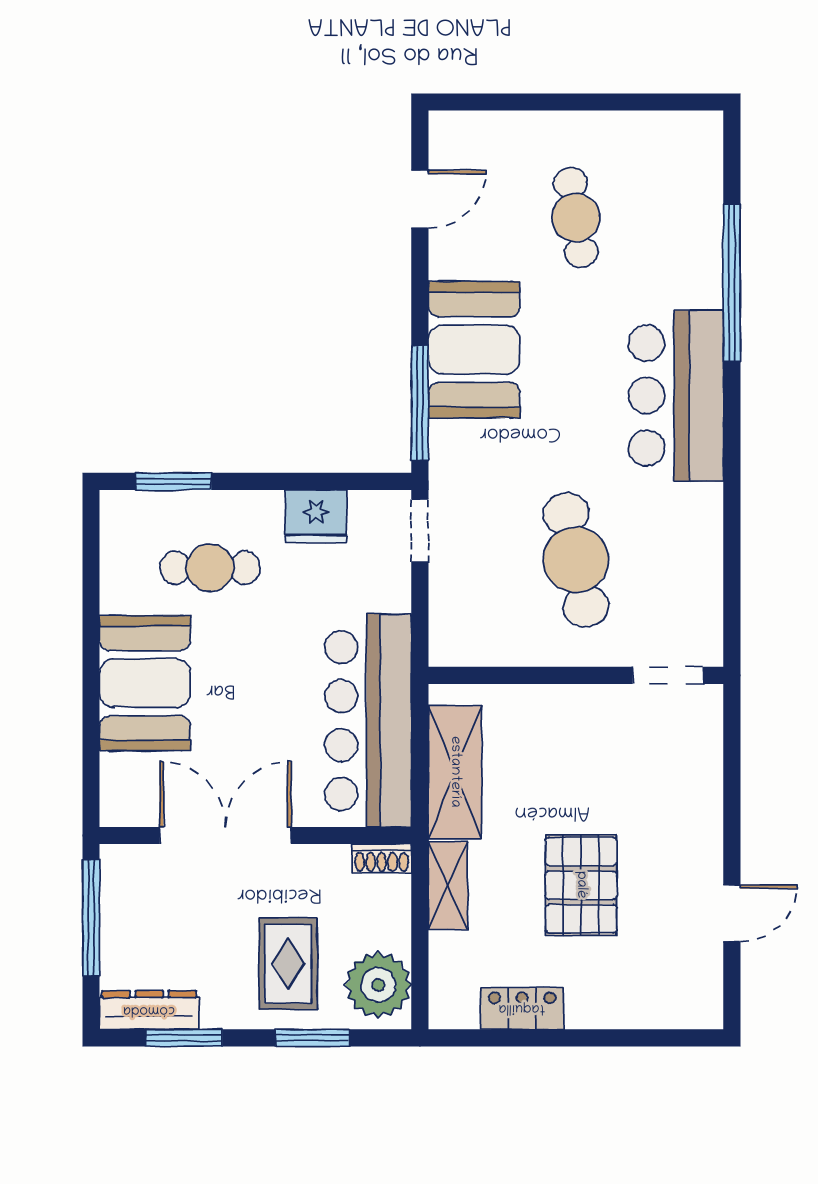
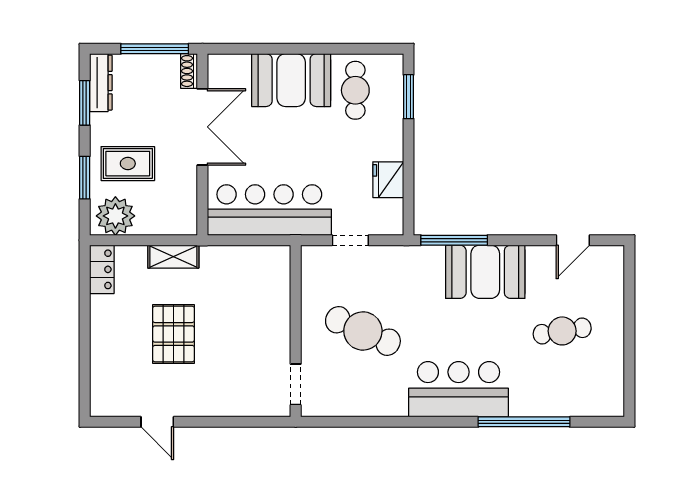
door: (420, 199) -> (573, 240), hinge flipped
doorway: (420, 531) -> (350, 240), moved
cafe table: (576, 560) -> (363, 331), turned 36
cafe table: (210, 568) -> (355, 90), moved
shelving: (455, 772) -> (239, 261), removed
shoe rack: (382, 858) -> (189, 71), moved
pallet: (581, 885) -> (174, 334), turned 90
locker: (522, 1008) -> (102, 269), moved

